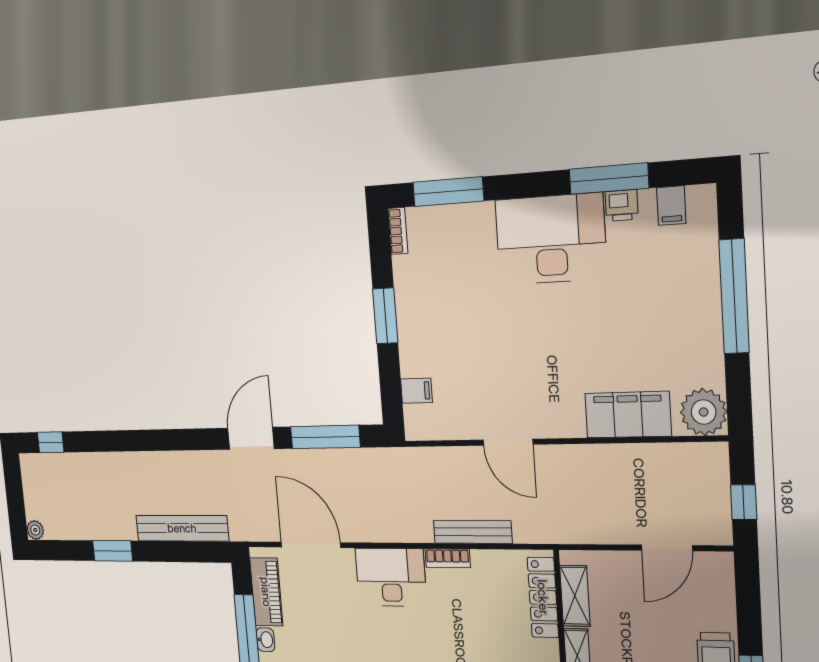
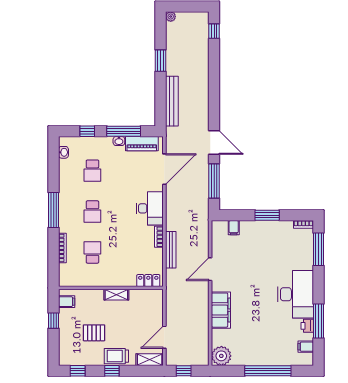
filing cabinet: (628, 415) -> (221, 310), moved
door: (667, 548) -> (164, 337), hinge flipped
shelving: (575, 596) -> (150, 360), moved
locker: (543, 597) -> (148, 281), width x0.66

